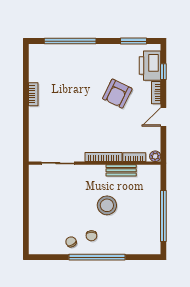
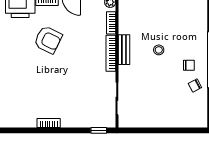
window: (26, 145) -> (99, 130), added
bench: (121, 170) -> (124, 50), moved
stool: (107, 205) -> (159, 50), width x0.53, depth x0.53

